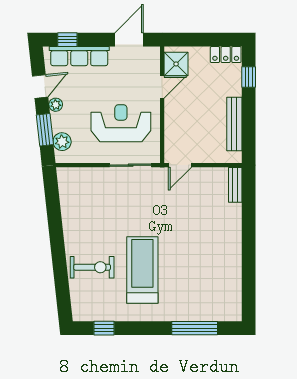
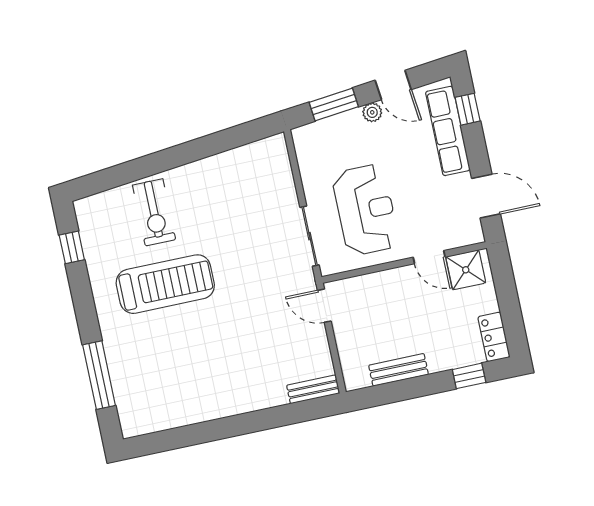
bench: (234, 124) -> (399, 370), width x0.73
plant: (62, 142) -> (322, 132), removed

